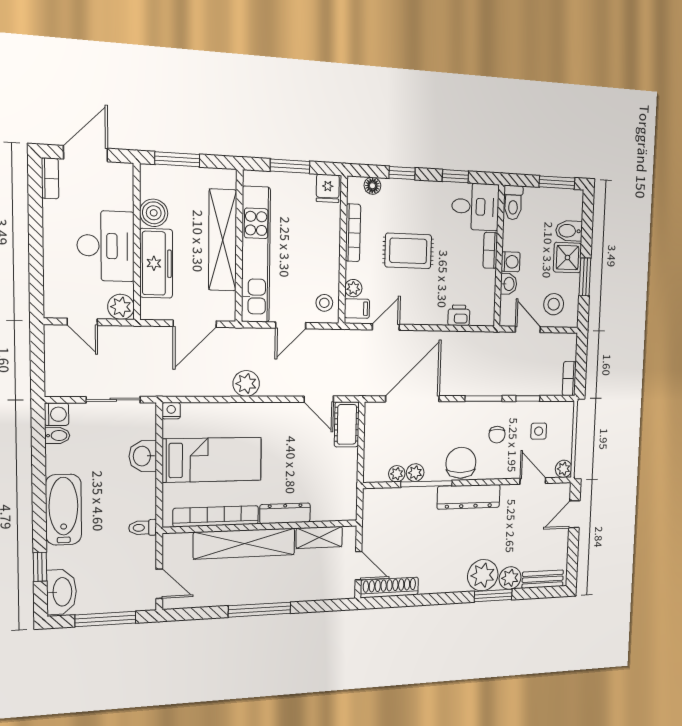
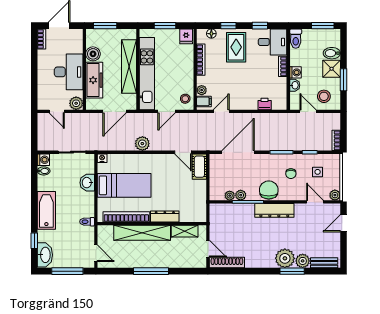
rug: (408, 251) -> (236, 47), moved, turned 90

